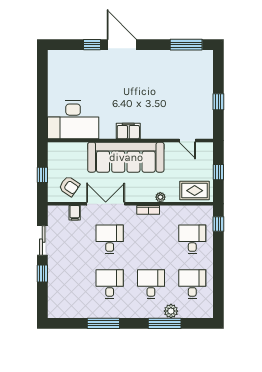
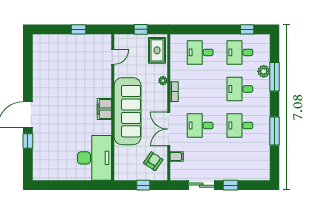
window: (186, 45) -> (28, 58), removed
window: (218, 224) -> (247, 29), moved

